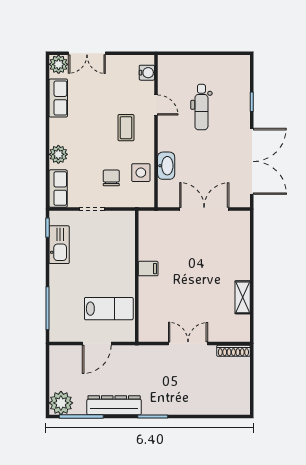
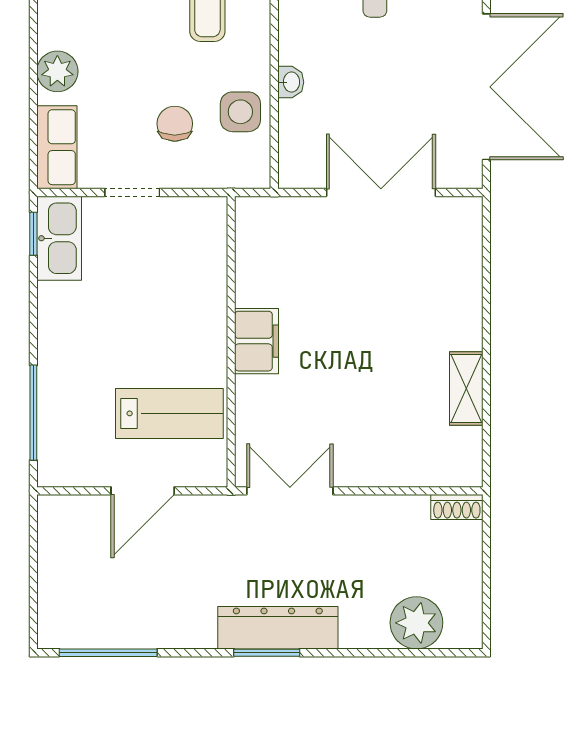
washbasin: (166, 166) -> (291, 82), width x0.52, depth x0.69
kitchen sink: (59, 245) -> (59, 238), moved
filing cabinet: (148, 269) -> (257, 341), width x2.00
double door: (188, 344) -> (290, 491), moved
shoe rack: (233, 351) -> (457, 507), width x0.70
plant: (61, 403) -> (416, 623), moved
dresser: (114, 405) -> (278, 628), moved

